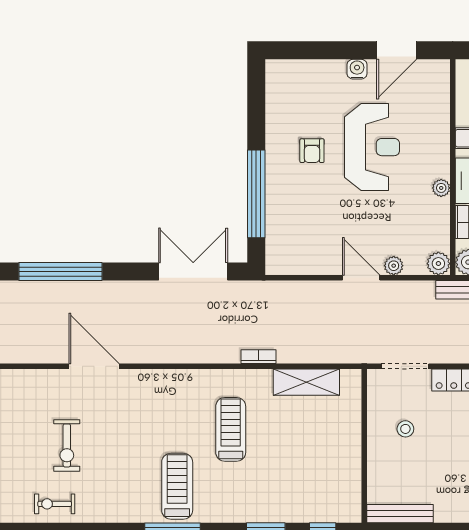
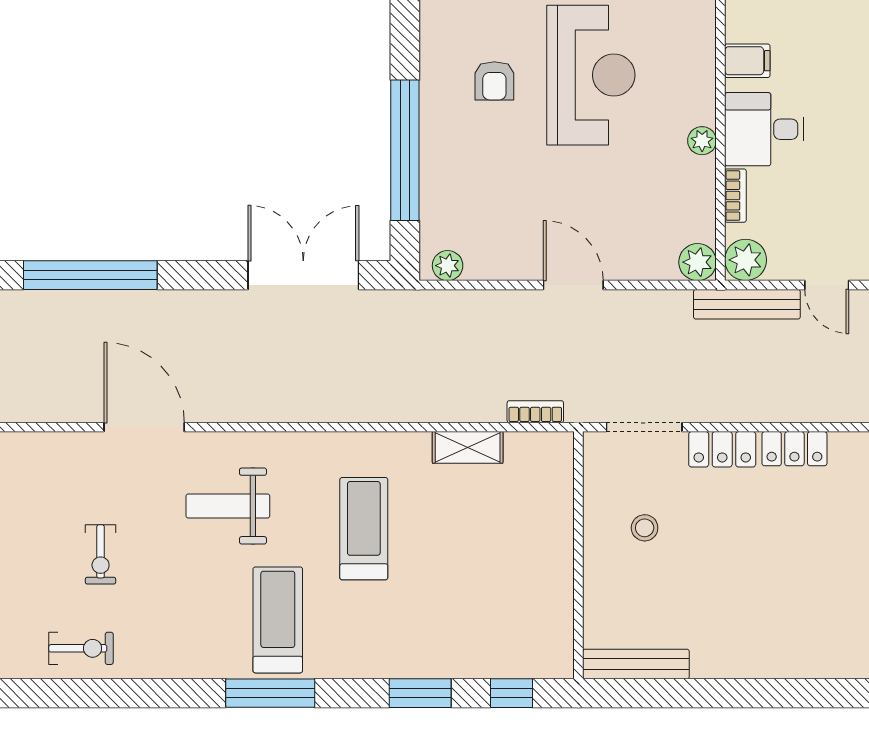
plant: (394, 266) -> (448, 266), moved
bookcase: (258, 357) -> (535, 412), moved
shelving: (306, 382) -> (468, 447), width x0.67, depth x0.75
weight bench: (146, 415) -> (228, 506), added
exercise bike: (67, 445) -> (101, 554), width x0.73, depth x0.72
exercise bike: (55, 504) -> (81, 648), turned 180

